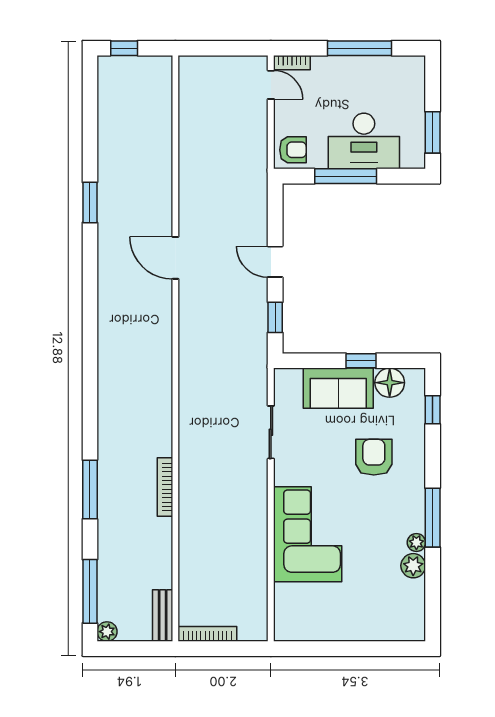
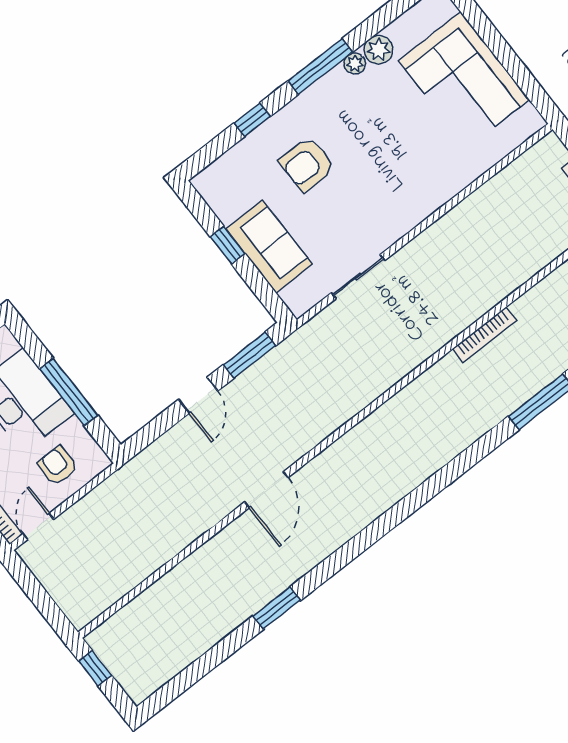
window: (124, 48) -> (95, 668), moved
armchair: (293, 150) -> (57, 466), moved
window: (275, 317) -> (249, 355), width x1.50
floor lamp: (390, 383) -> (227, 203), removed
window: (433, 410) -> (252, 120), moved
corner sofa: (308, 534) -> (464, 80), moved, turned -90

